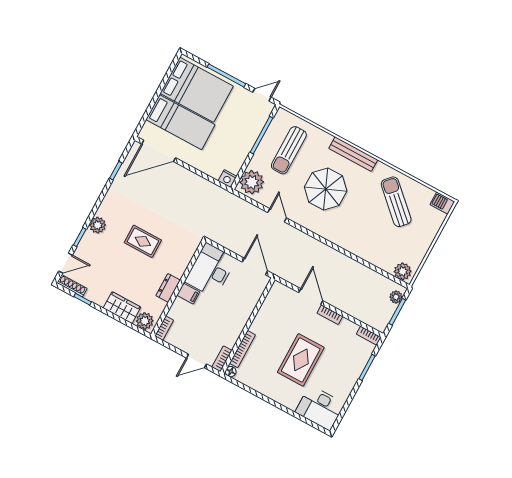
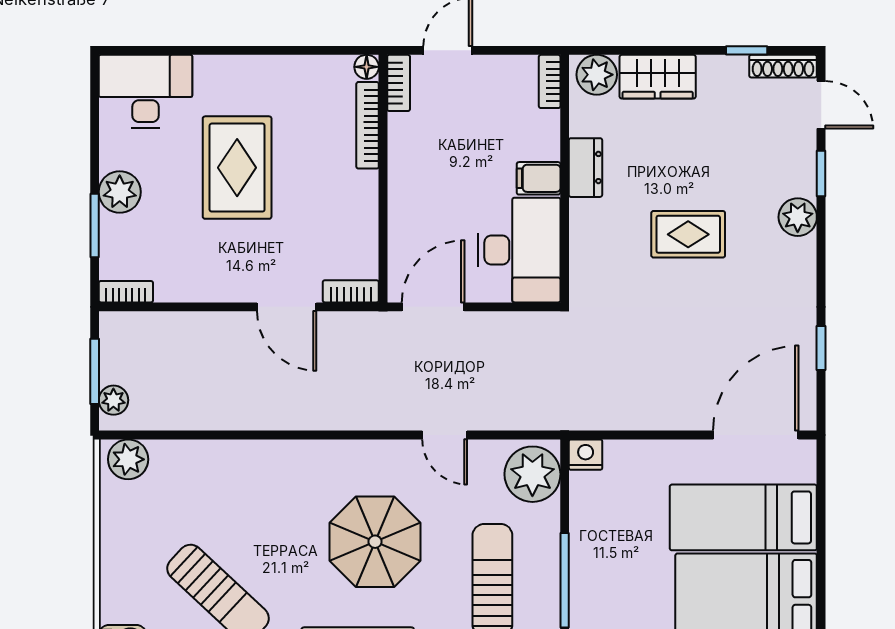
door: (66, 263) -> (821, 105), swing flipped
door: (255, 266) -> (433, 307), swing flipped
bookcase: (330, 315) -> (351, 291), moved
plant: (351, 375) -> (120, 192), added

